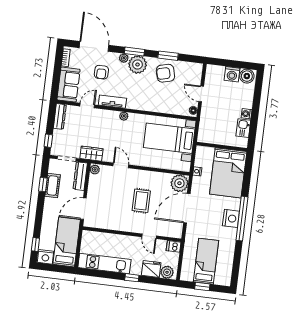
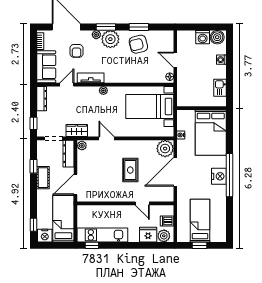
washing machine: (247, 114) -> (221, 60), moved
cot: (53, 185) -> (43, 178), moved
dishwasher: (174, 246) -> (167, 221), moved
window: (132, 278) -> (92, 245), moved

